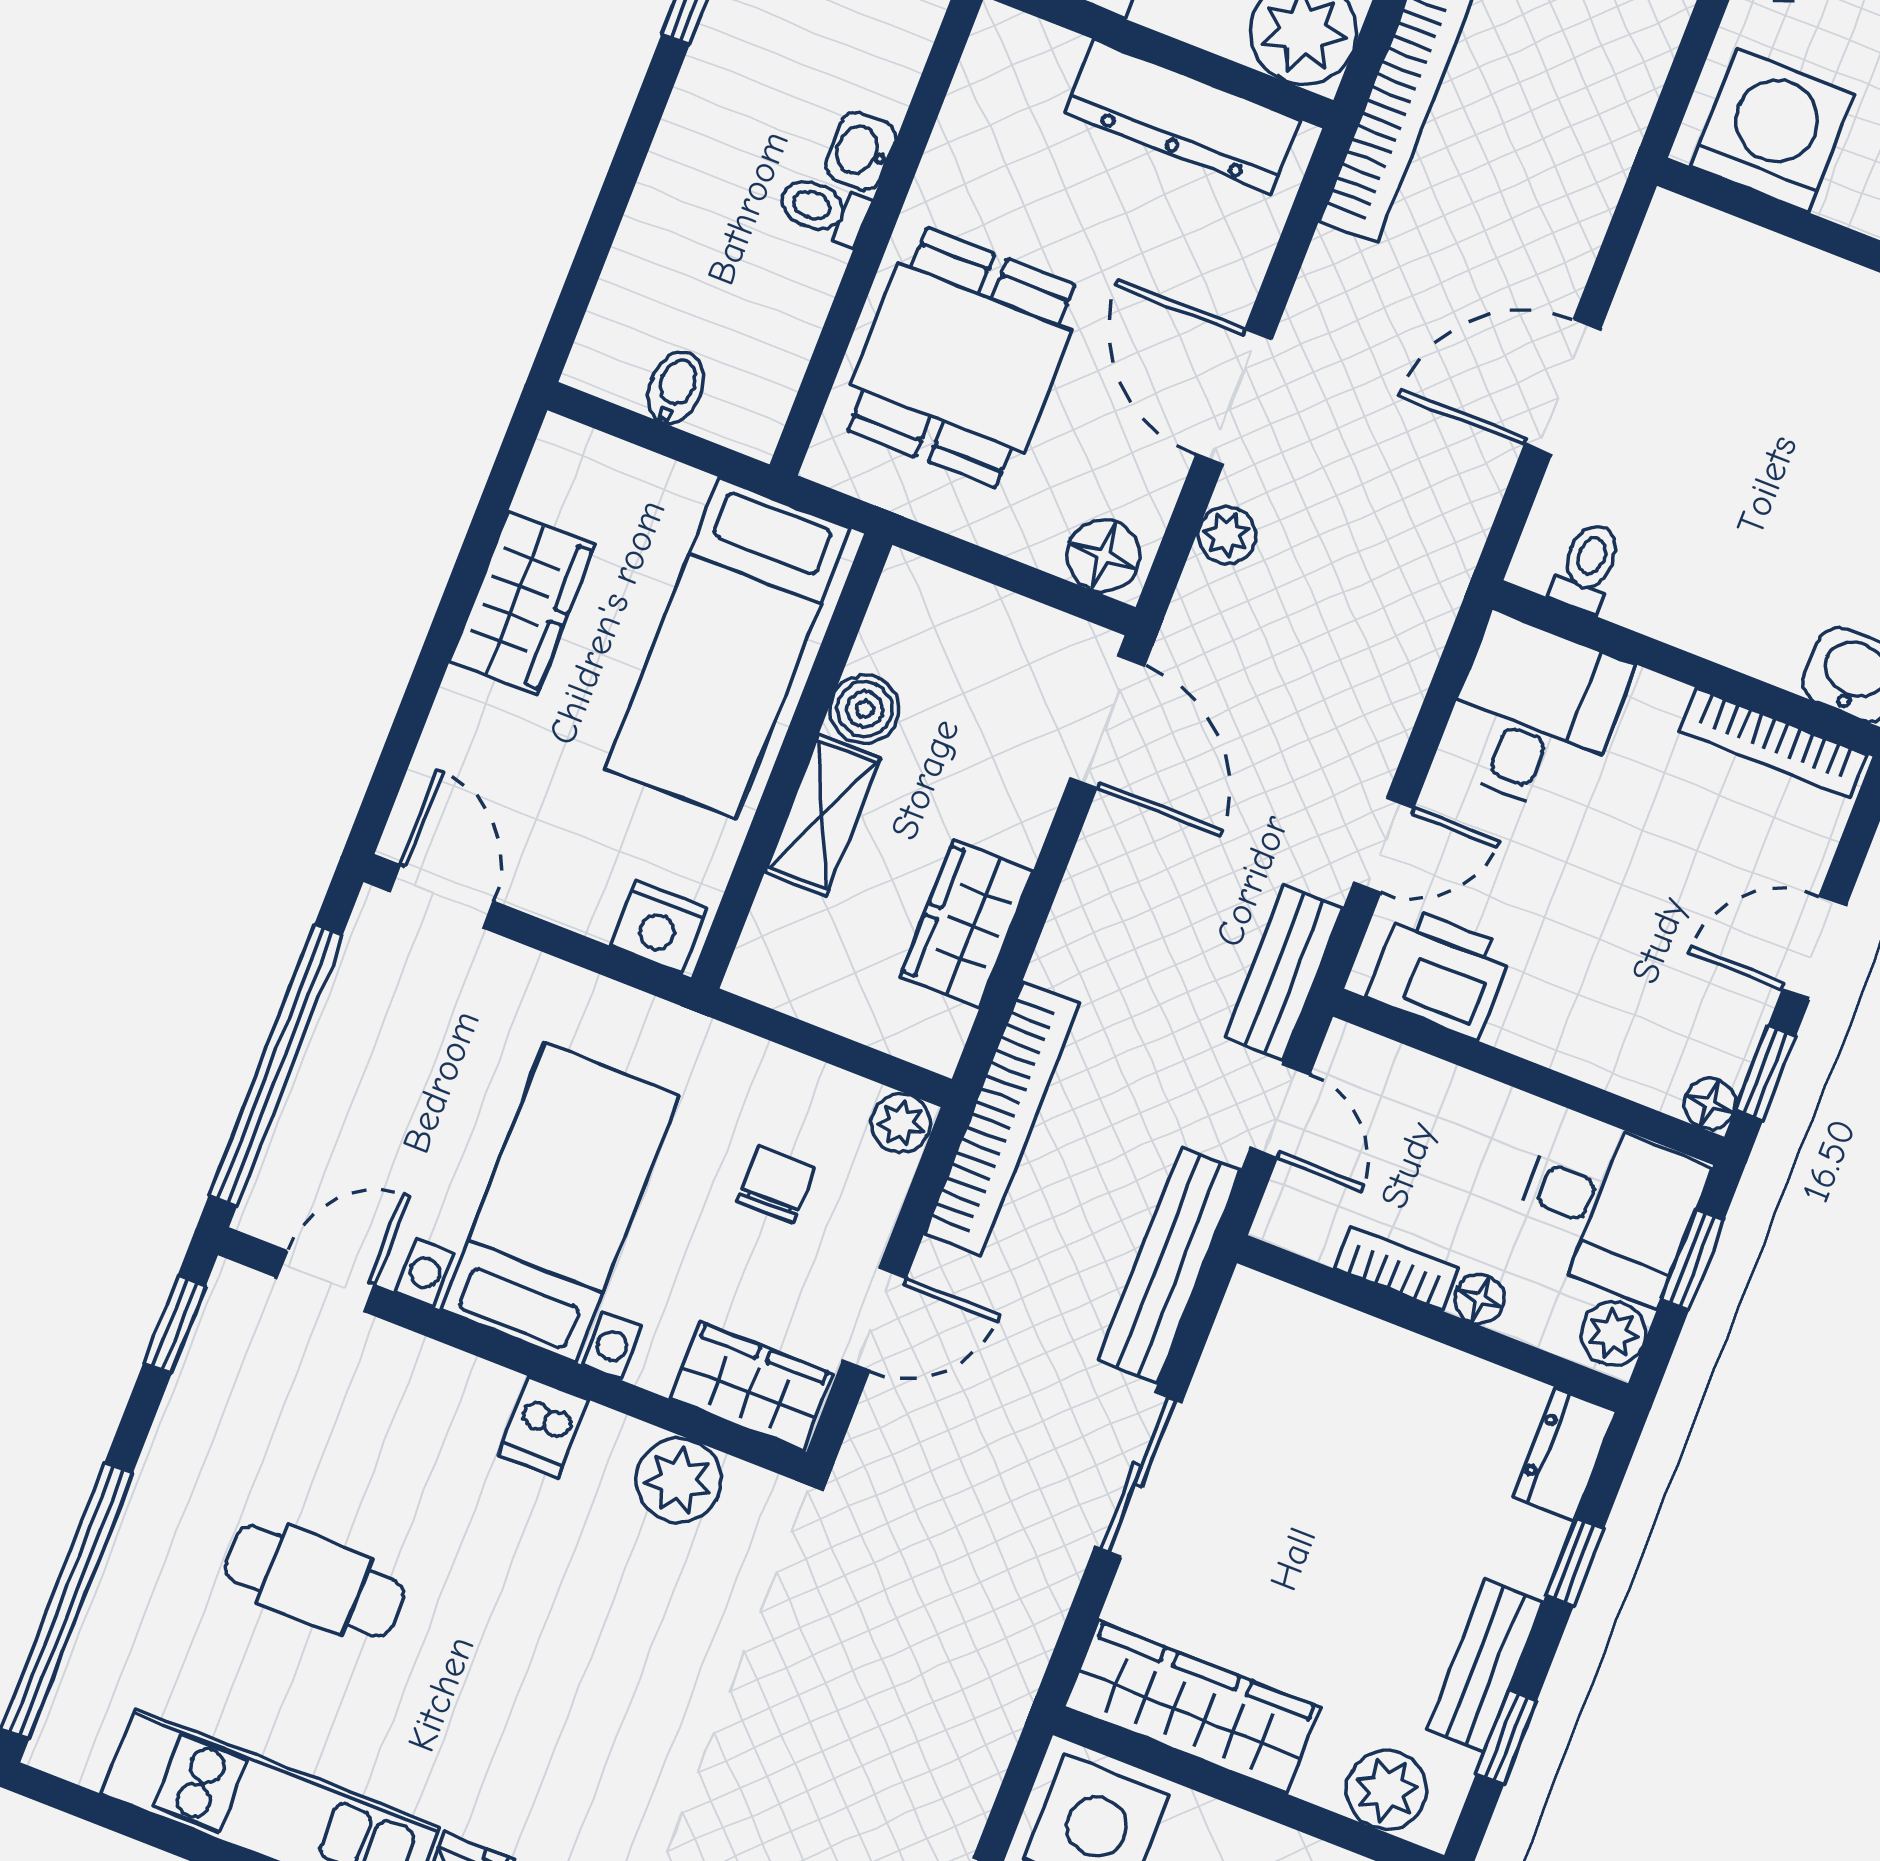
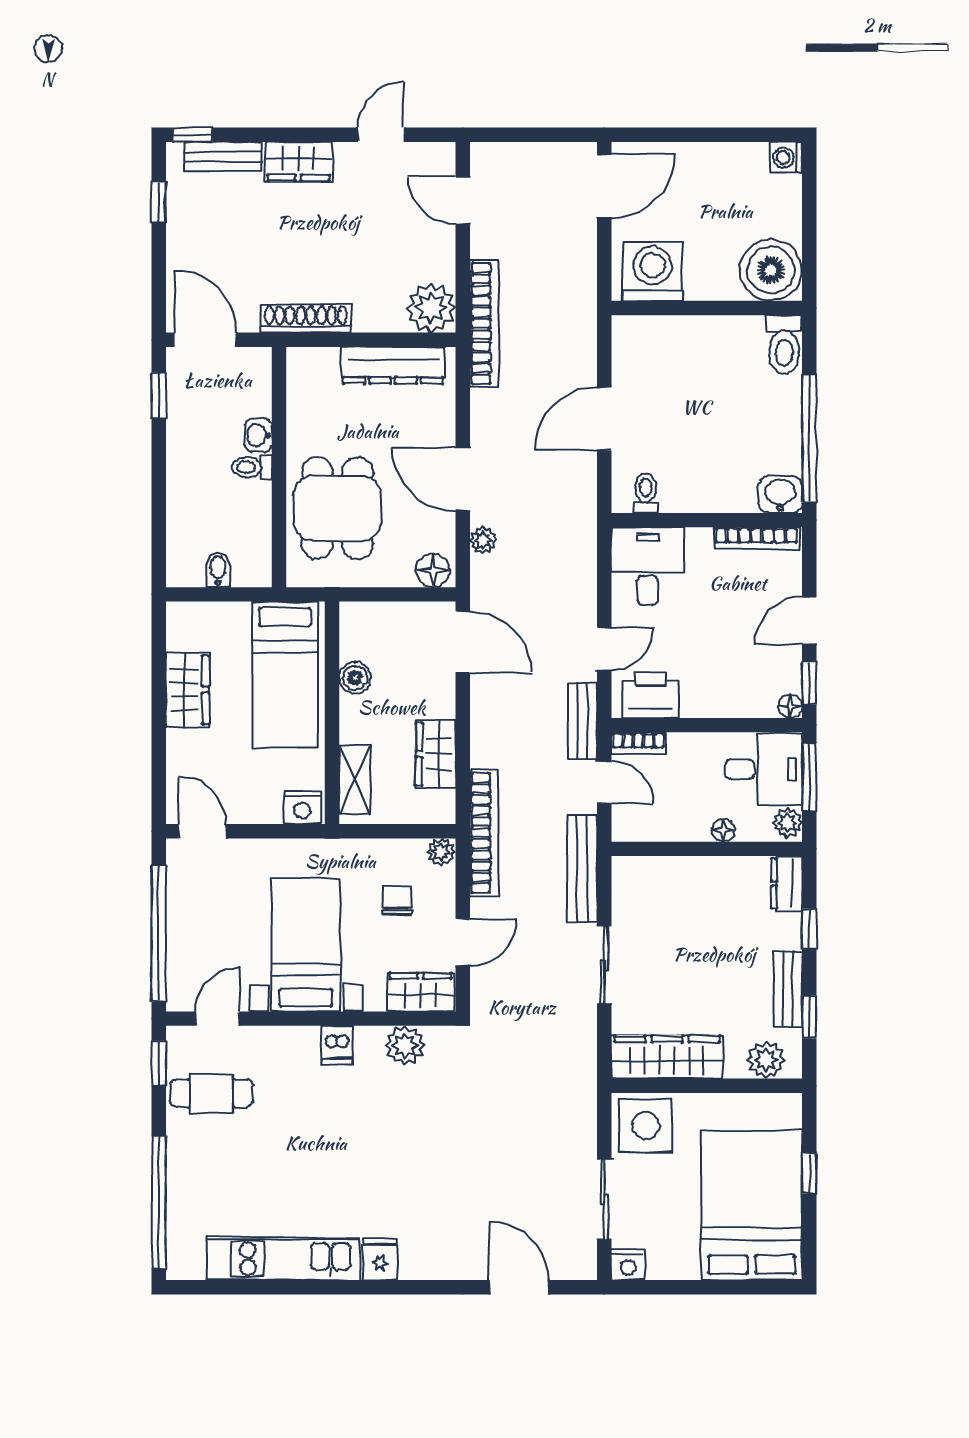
shelving: (823, 815) -> (355, 779), moved
window: (1693, 1260) -> (809, 777), width x1.50
bookcase: (1396, 1268) -> (639, 743), moved, turned 180
cafe table: (314, 1581) -> (212, 1093), moved

